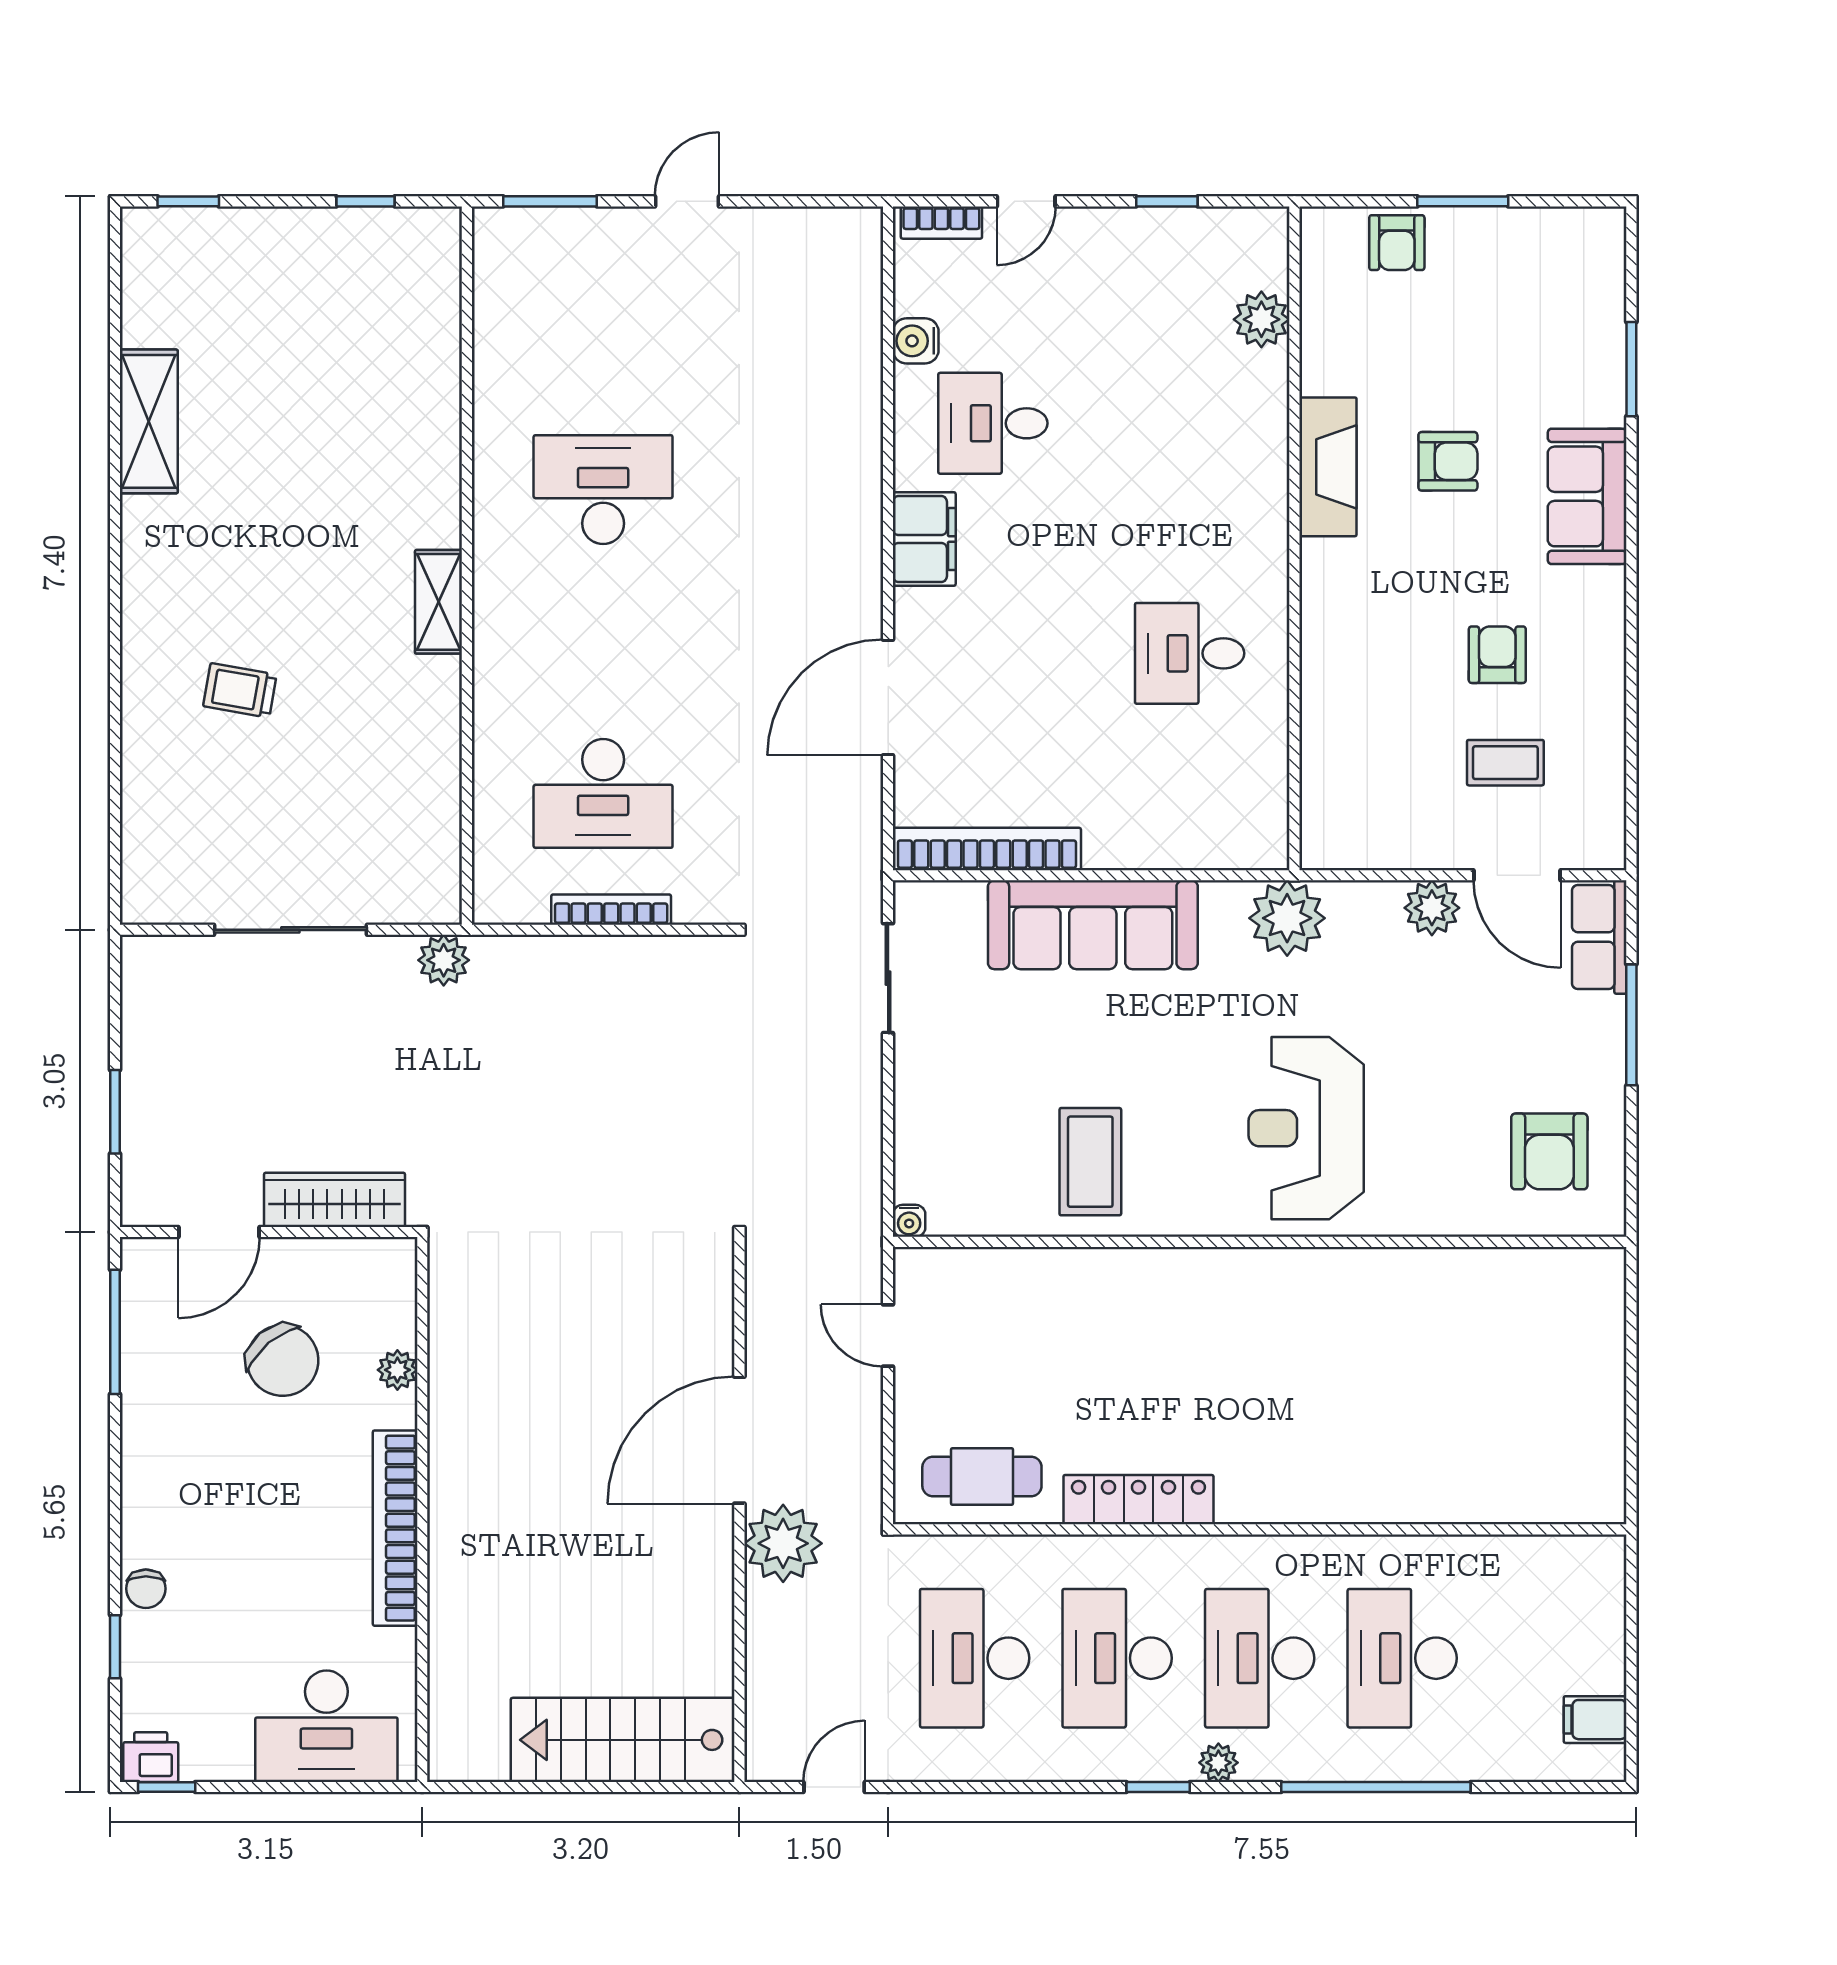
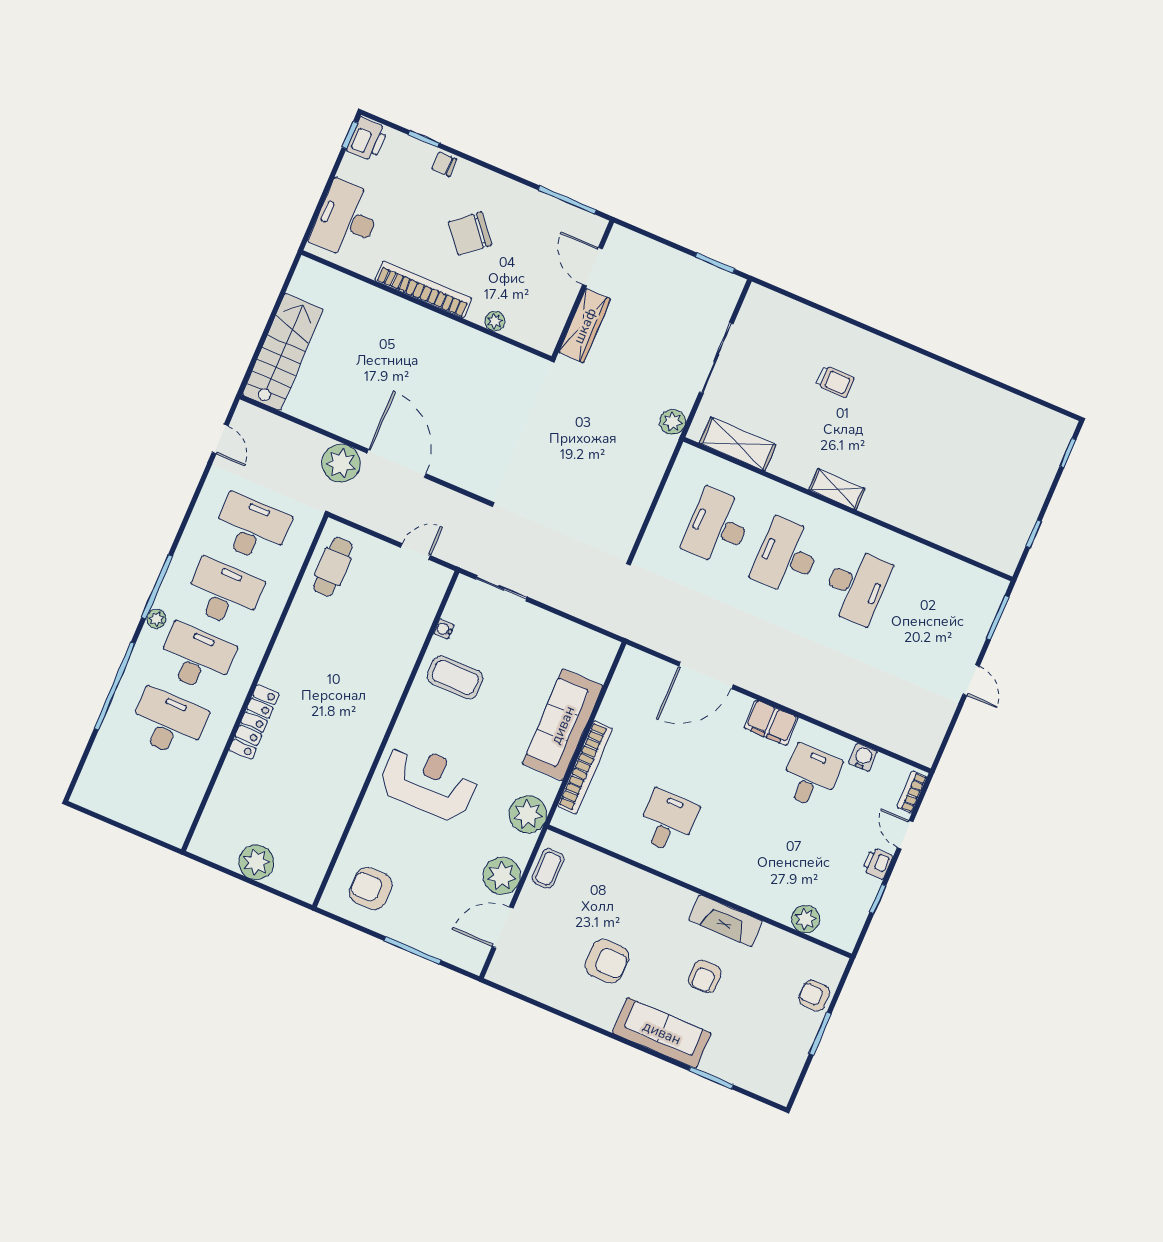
printer: (1102, 230) -> (877, 864), added
shelving: (149, 421) -> (738, 444), moved
sofa: (1587, 496) -> (662, 1033), width x1.36
desk: (603, 642) -> (787, 556), added
armchair: (1497, 655) -> (607, 961), width x1.38, depth x1.38
trolley: (240, 690) -> (835, 382), turned 80
door: (888, 697) -> (706, 675), swing flipped
coffee table: (1505, 763) -> (548, 869), moved
bookcase: (987, 849) -> (585, 767), moved
plant: (1432, 908) -> (502, 876), width x1.36, depth x1.36
bookcase: (611, 910) -> (663, 508), removed
row of seats: (1599, 937) -> (459, 953), removed
sliding door: (888, 978) -> (501, 588), moved
window: (115, 1112) -> (715, 263), moved
water cooler: (909, 1221) -> (444, 629), moved
chair: (283, 1360) -> (470, 234), moved
plant: (1591, 1384) -> (256, 862), added
locker: (1138, 1500) -> (254, 722), moved
filing cabinet: (1595, 1720) -> (103, 799), removed
printer: (151, 1757) -> (367, 139), width x1.36, depth x1.24
window: (1158, 1787) -> (157, 587), width x2.17

